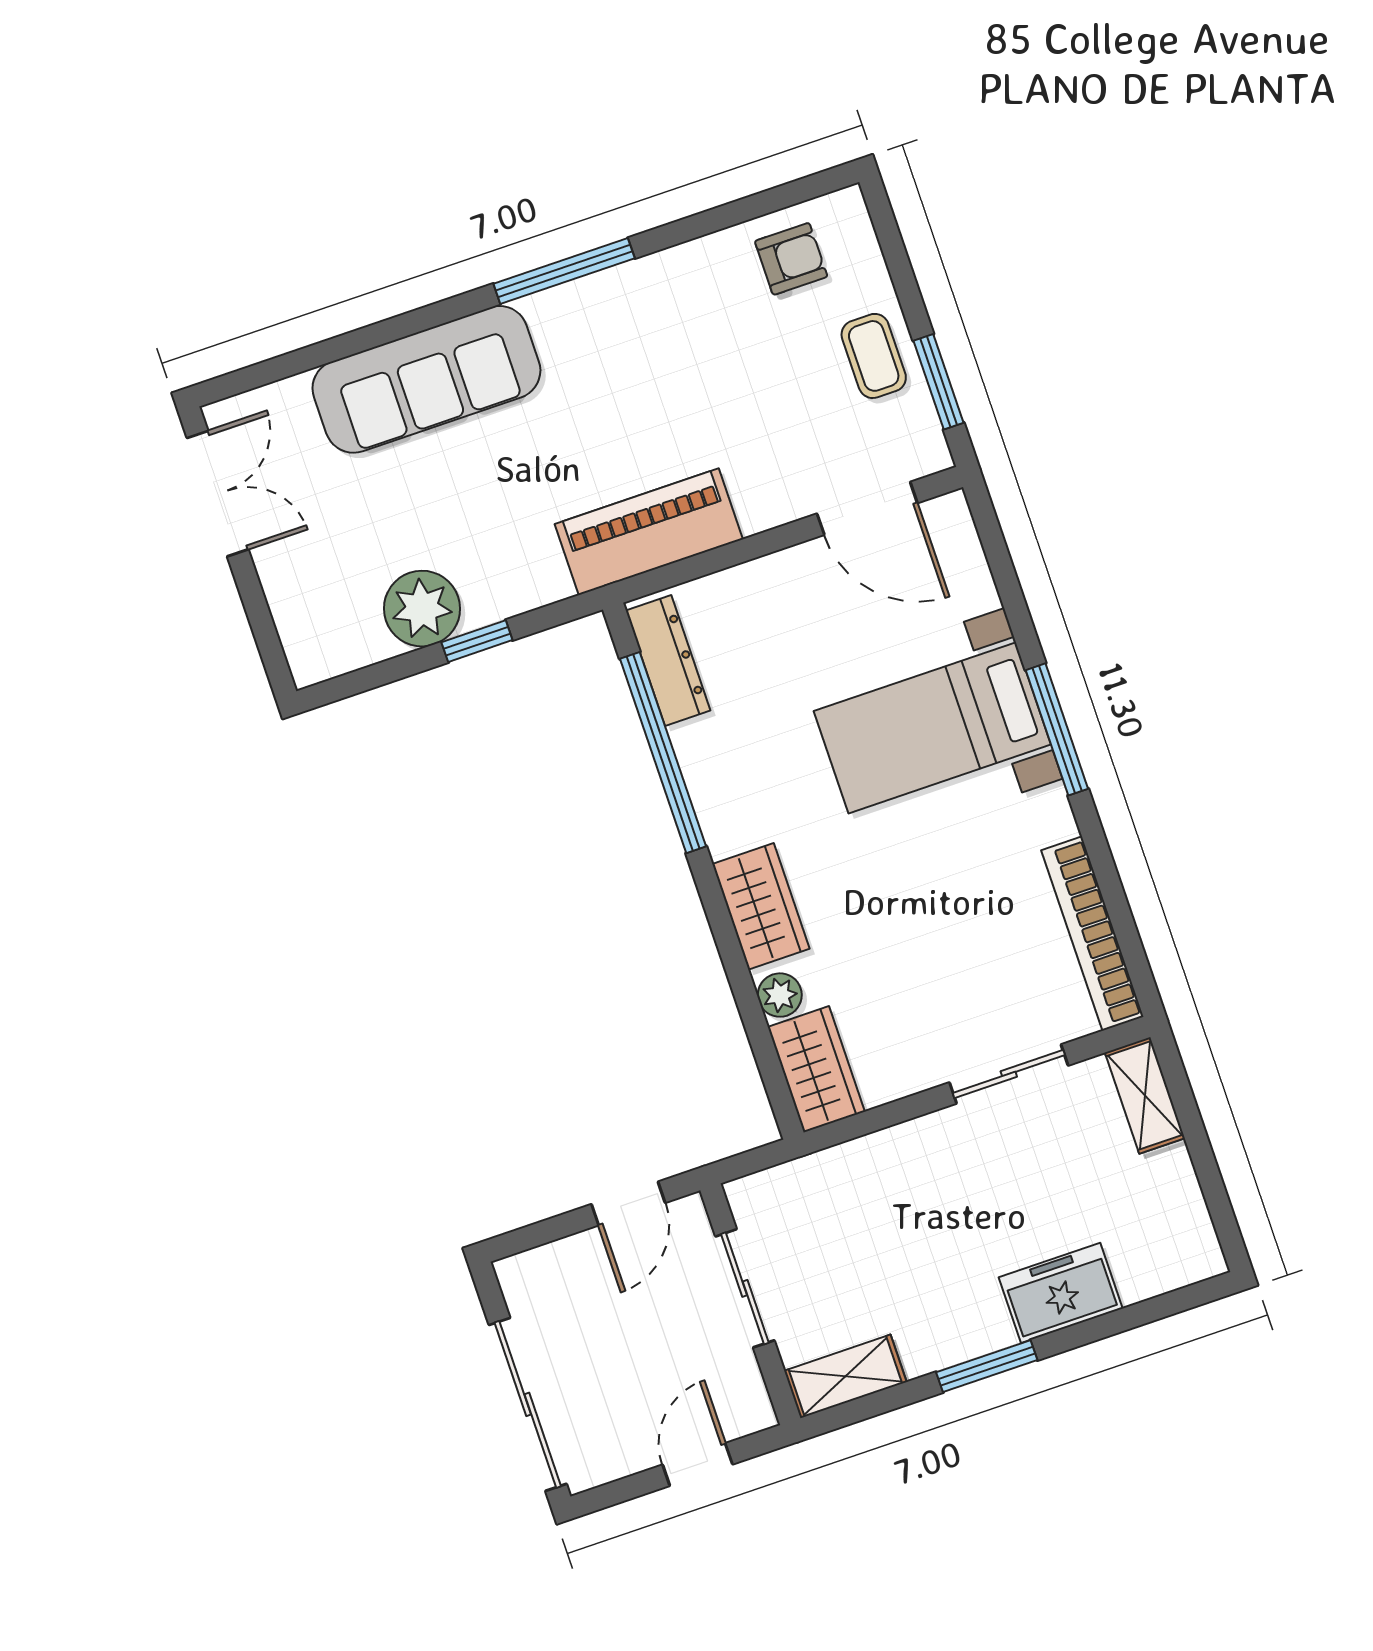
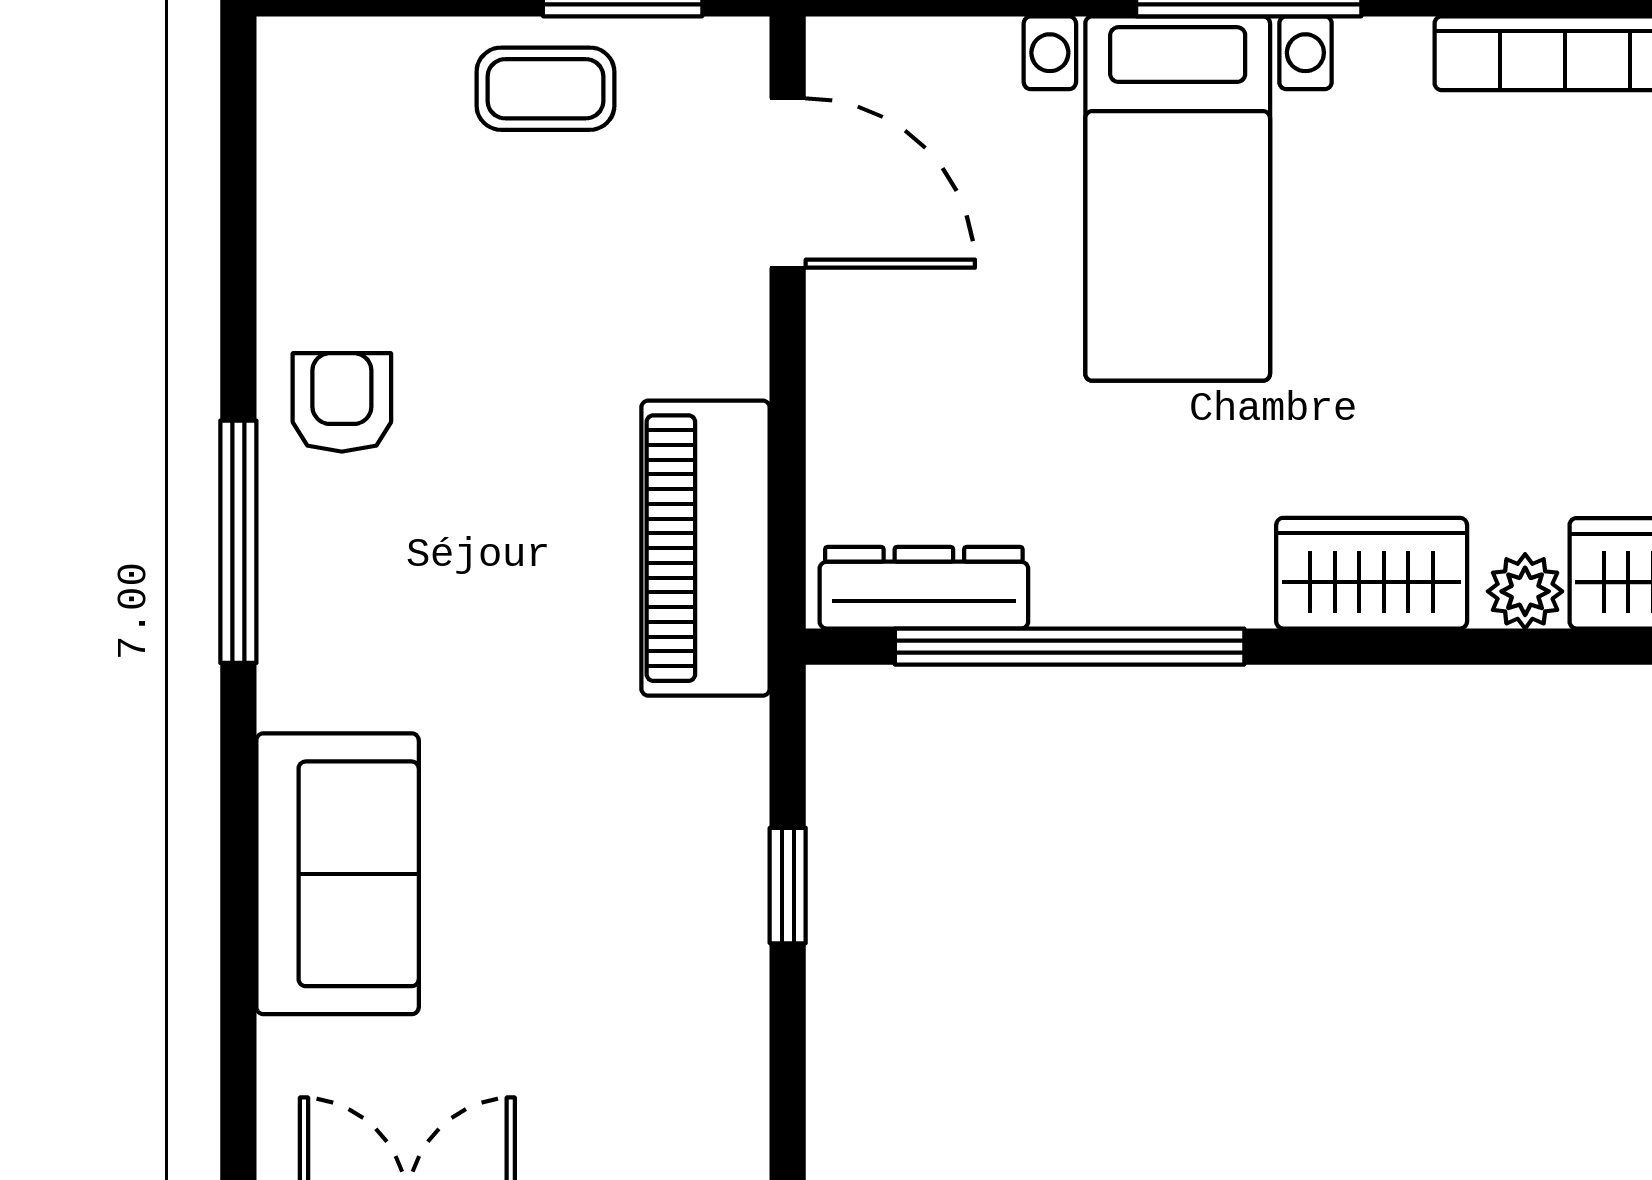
armchair: (791, 259) -> (342, 402), moved
sofa: (426, 379) -> (338, 874), width x0.73
door: (867, 508) -> (788, 183), hinge flipped
plant: (422, 609) -> (705, 956), removed

